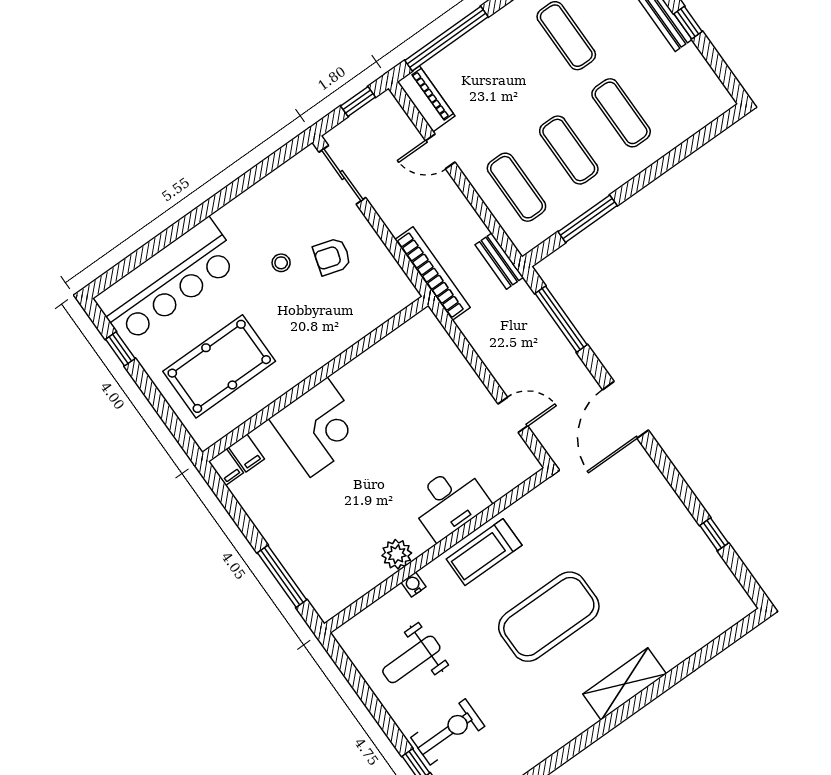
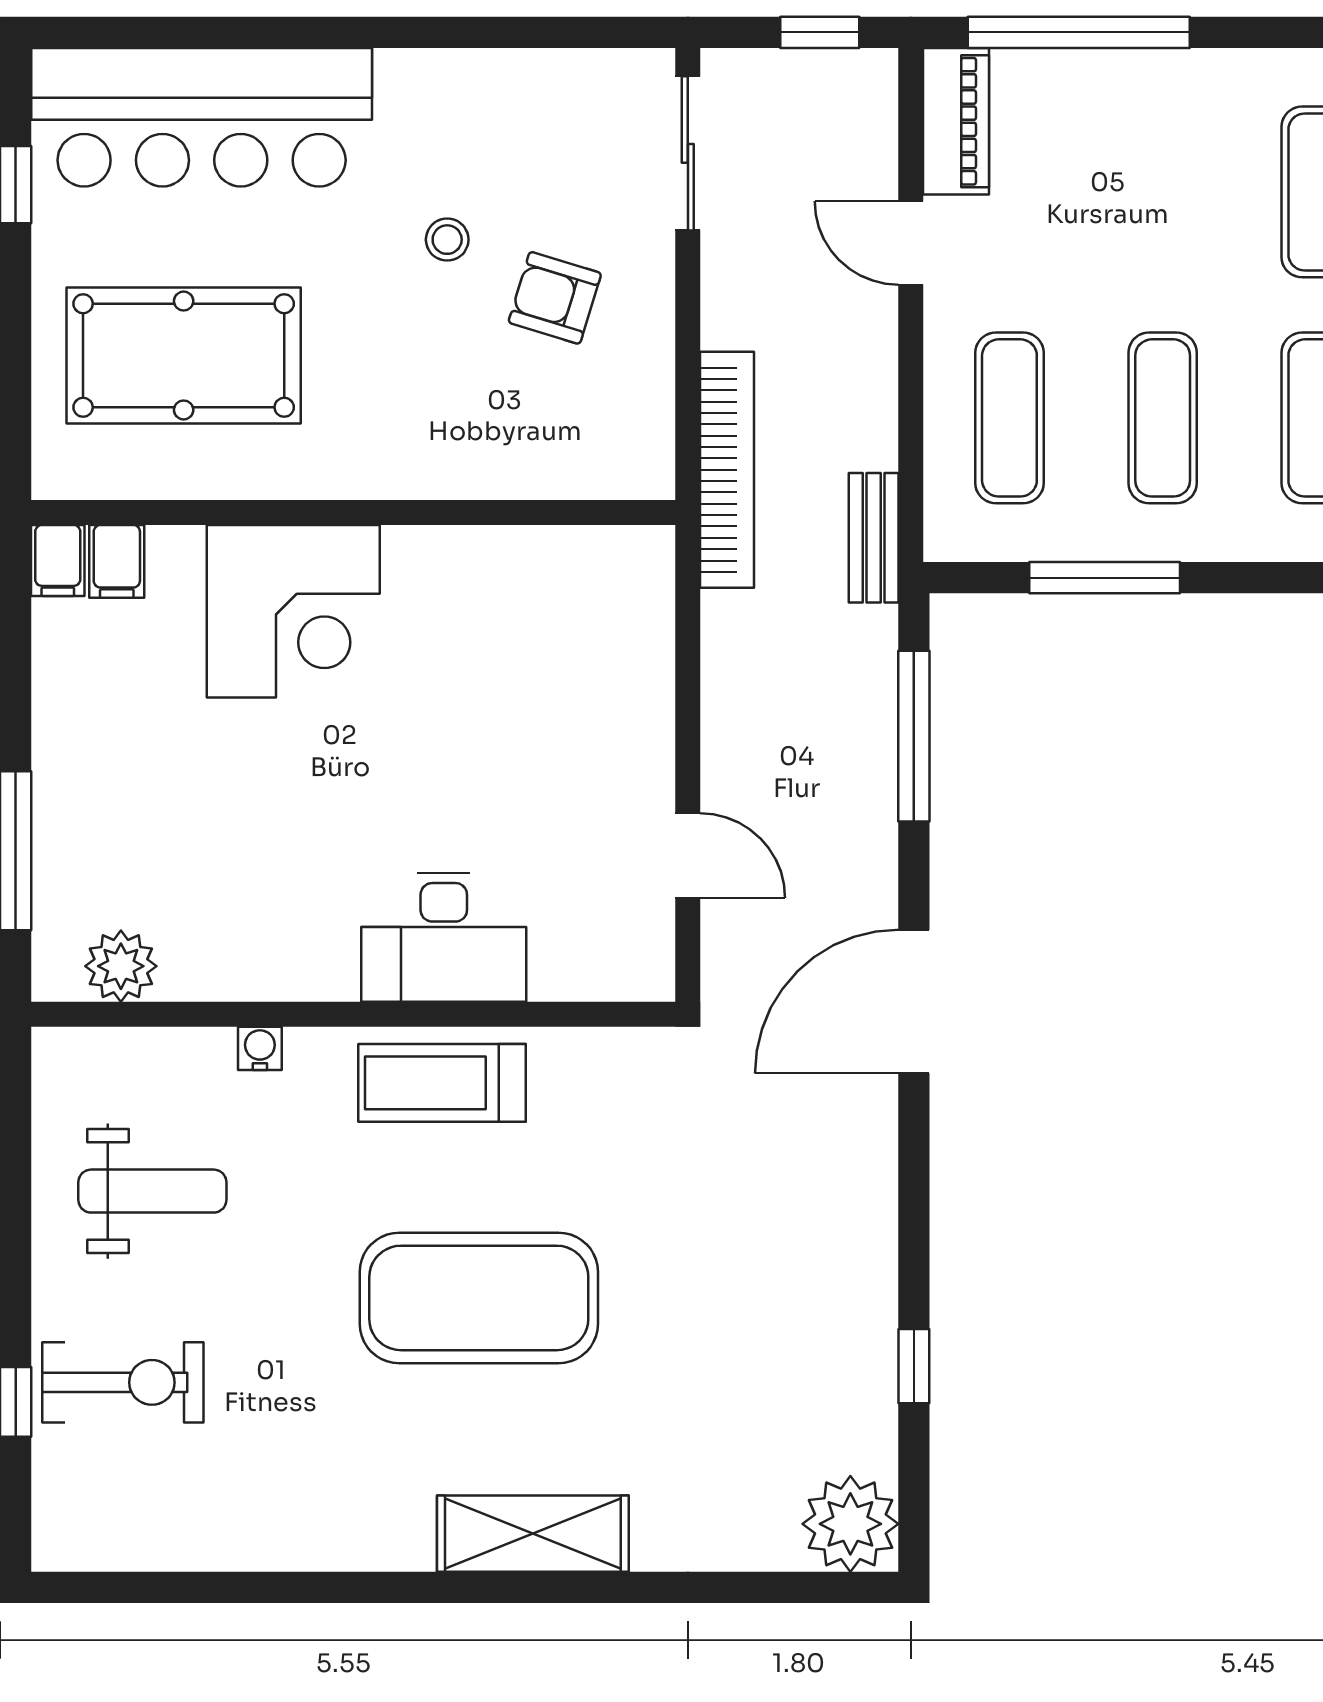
plant: (397, 554) -> (121, 966), moved
plant: (731, 604) -> (850, 1524), added
weight bench: (411, 659) -> (152, 1191), turned 180

